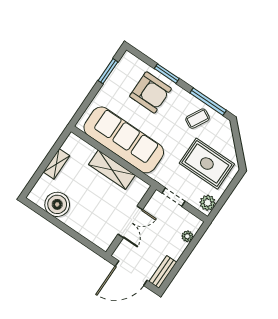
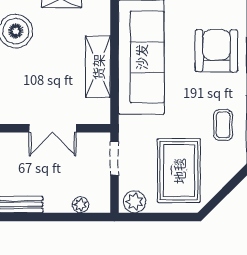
armchair: (150, 92) -> (216, 51), turned 180
coffee table: (198, 119) -> (223, 125), turned 62

